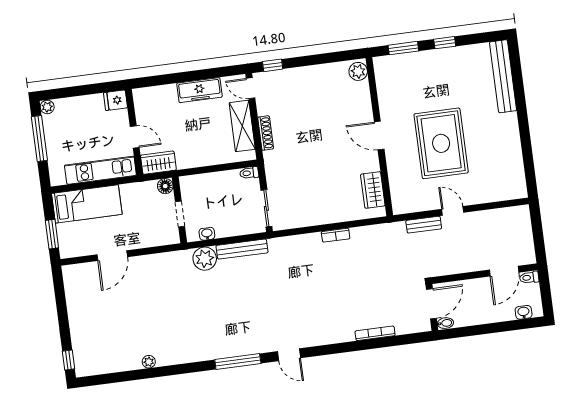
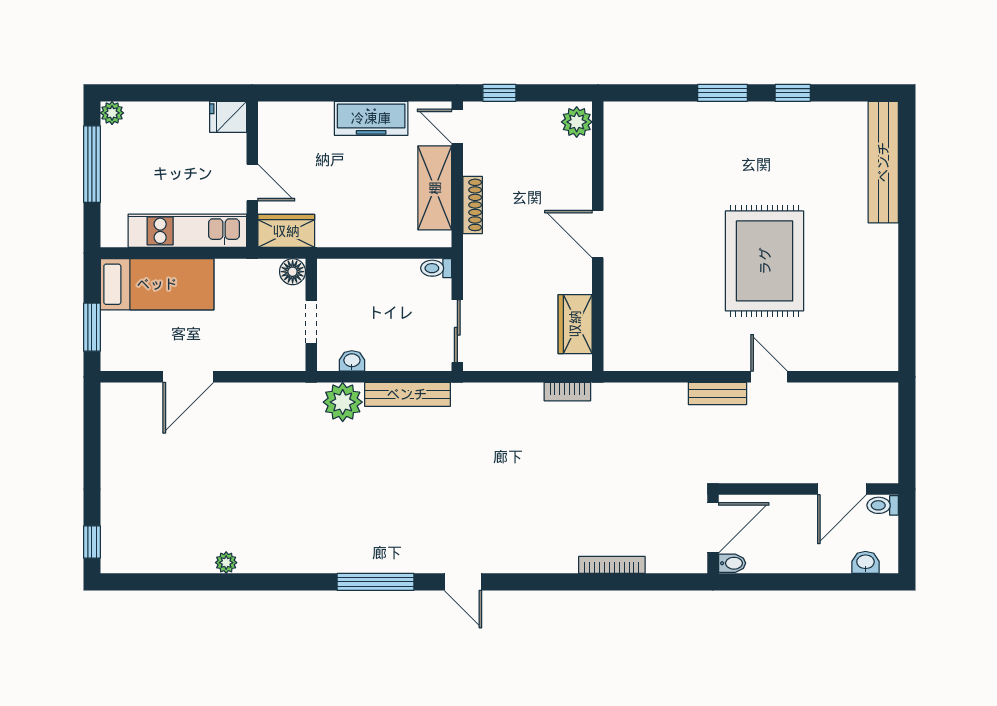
plant: (358, 71) -> (577, 122), moved
door: (379, 136) -> (598, 234), moved
wall: (379, 137) -> (598, 236), moved
wardrobe: (373, 190) -> (575, 324), moved

